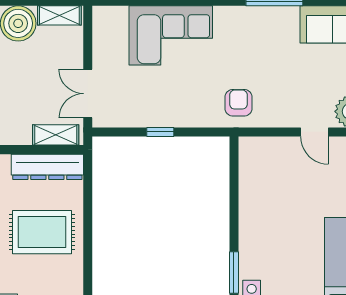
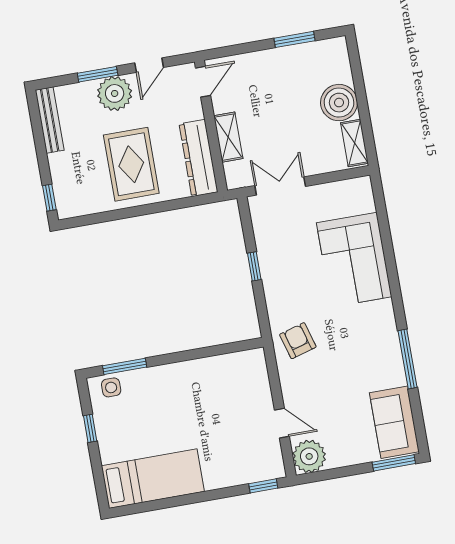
armchair: (238, 103) -> (298, 341), turned -106
door: (314, 132) -> (282, 423), swing flipped
shelving: (56, 135) -> (228, 137), moved

